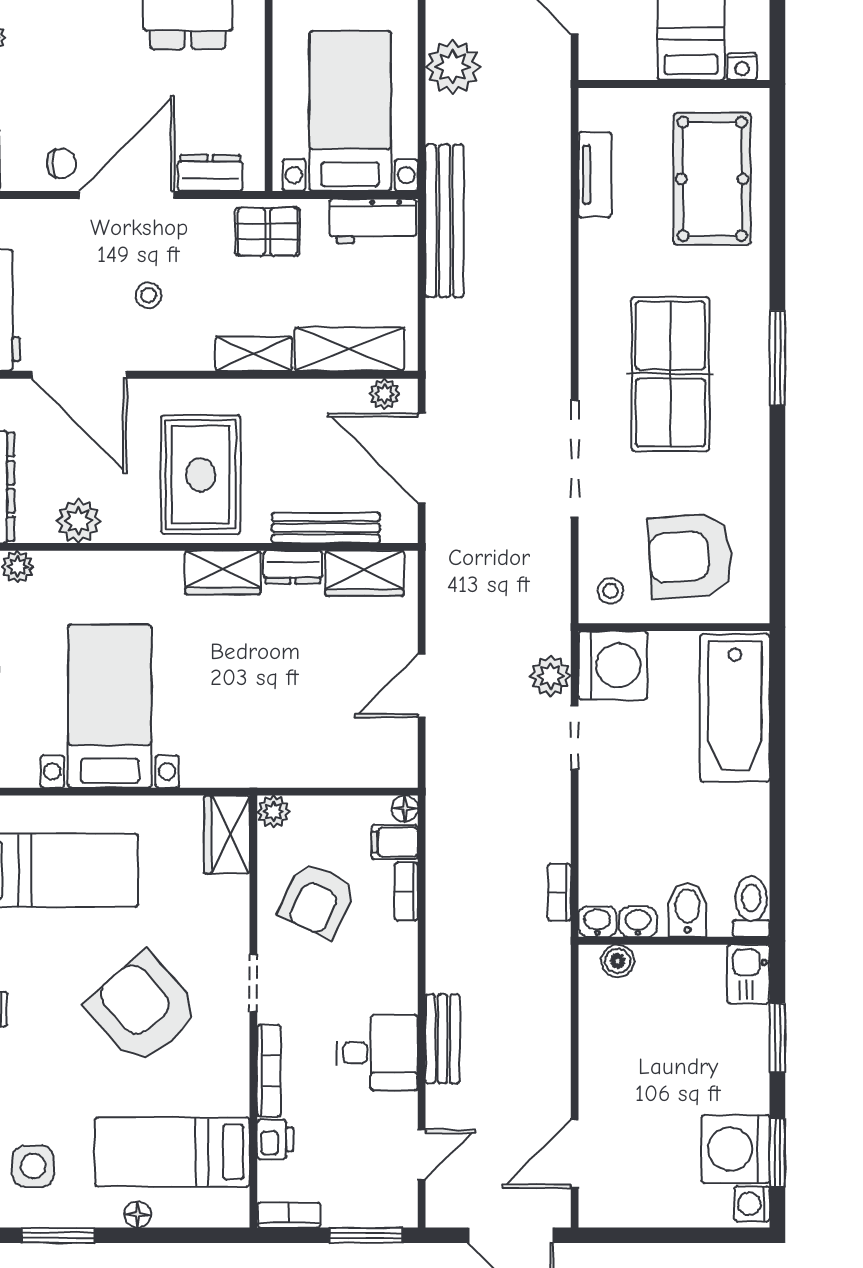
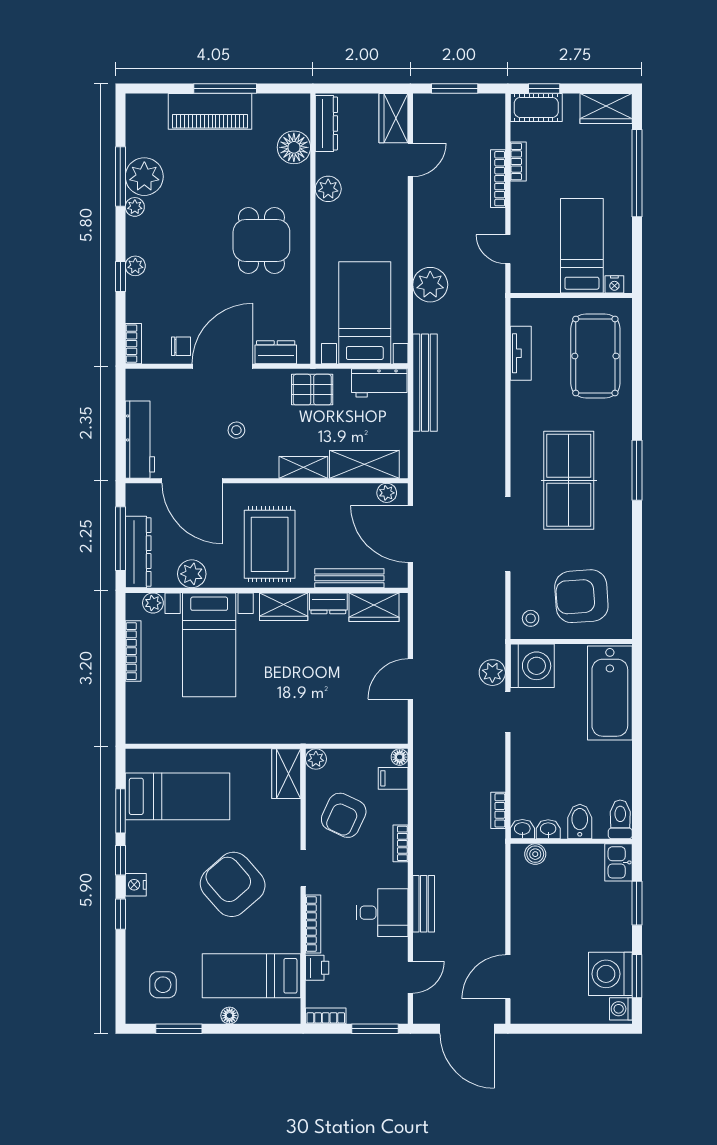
bed with nightstands: (110, 706) -> (209, 645), moved, turned 180
bookcase: (406, 891) -> (401, 843), moved

